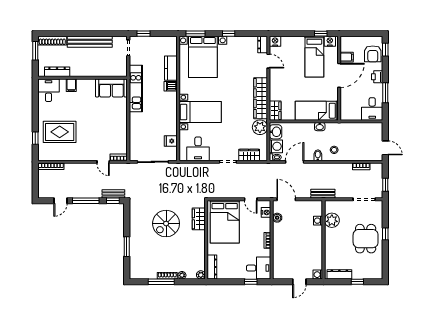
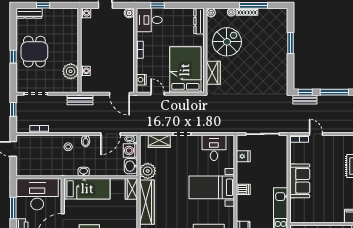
dishwasher: (171, 86) -> (243, 189), moved
sofa: (111, 88) -> (300, 181), moved, turned 90
desk: (372, 109) -> (37, 194), width x1.87, depth x1.30
boiler: (277, 218) -> (129, 13), moved
spiral stairs: (166, 224) -> (227, 42), moved
dresser: (339, 274) -> (29, 13), moved

